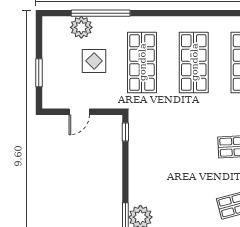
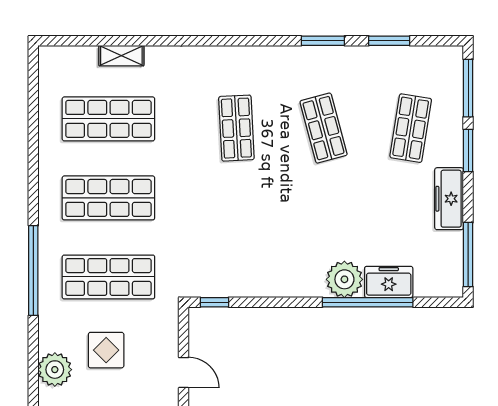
window: (101, 13) -> (33, 270), moved

